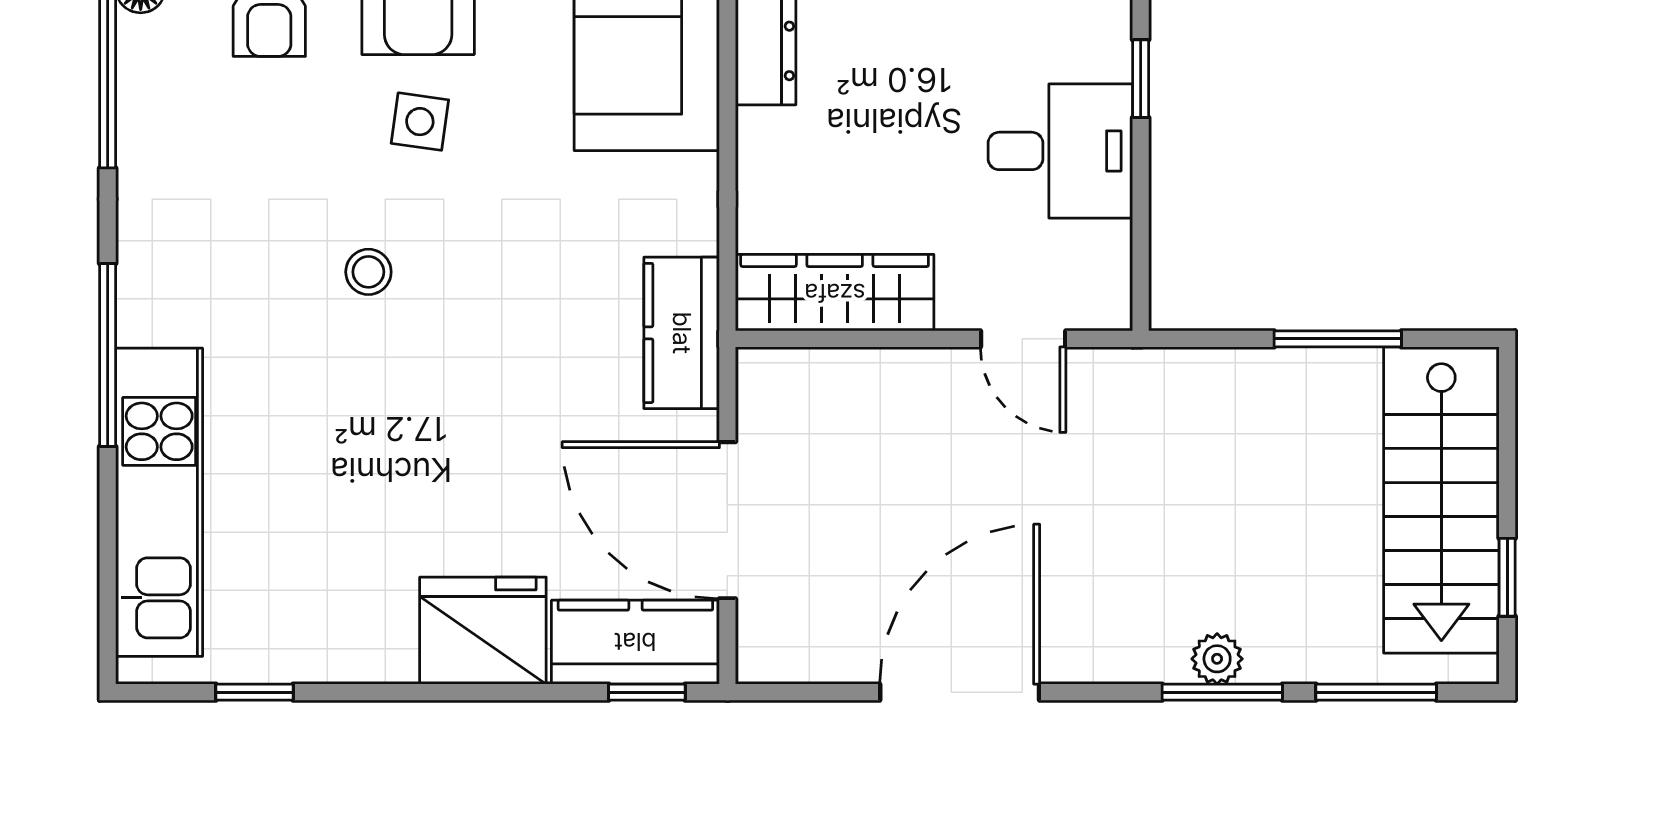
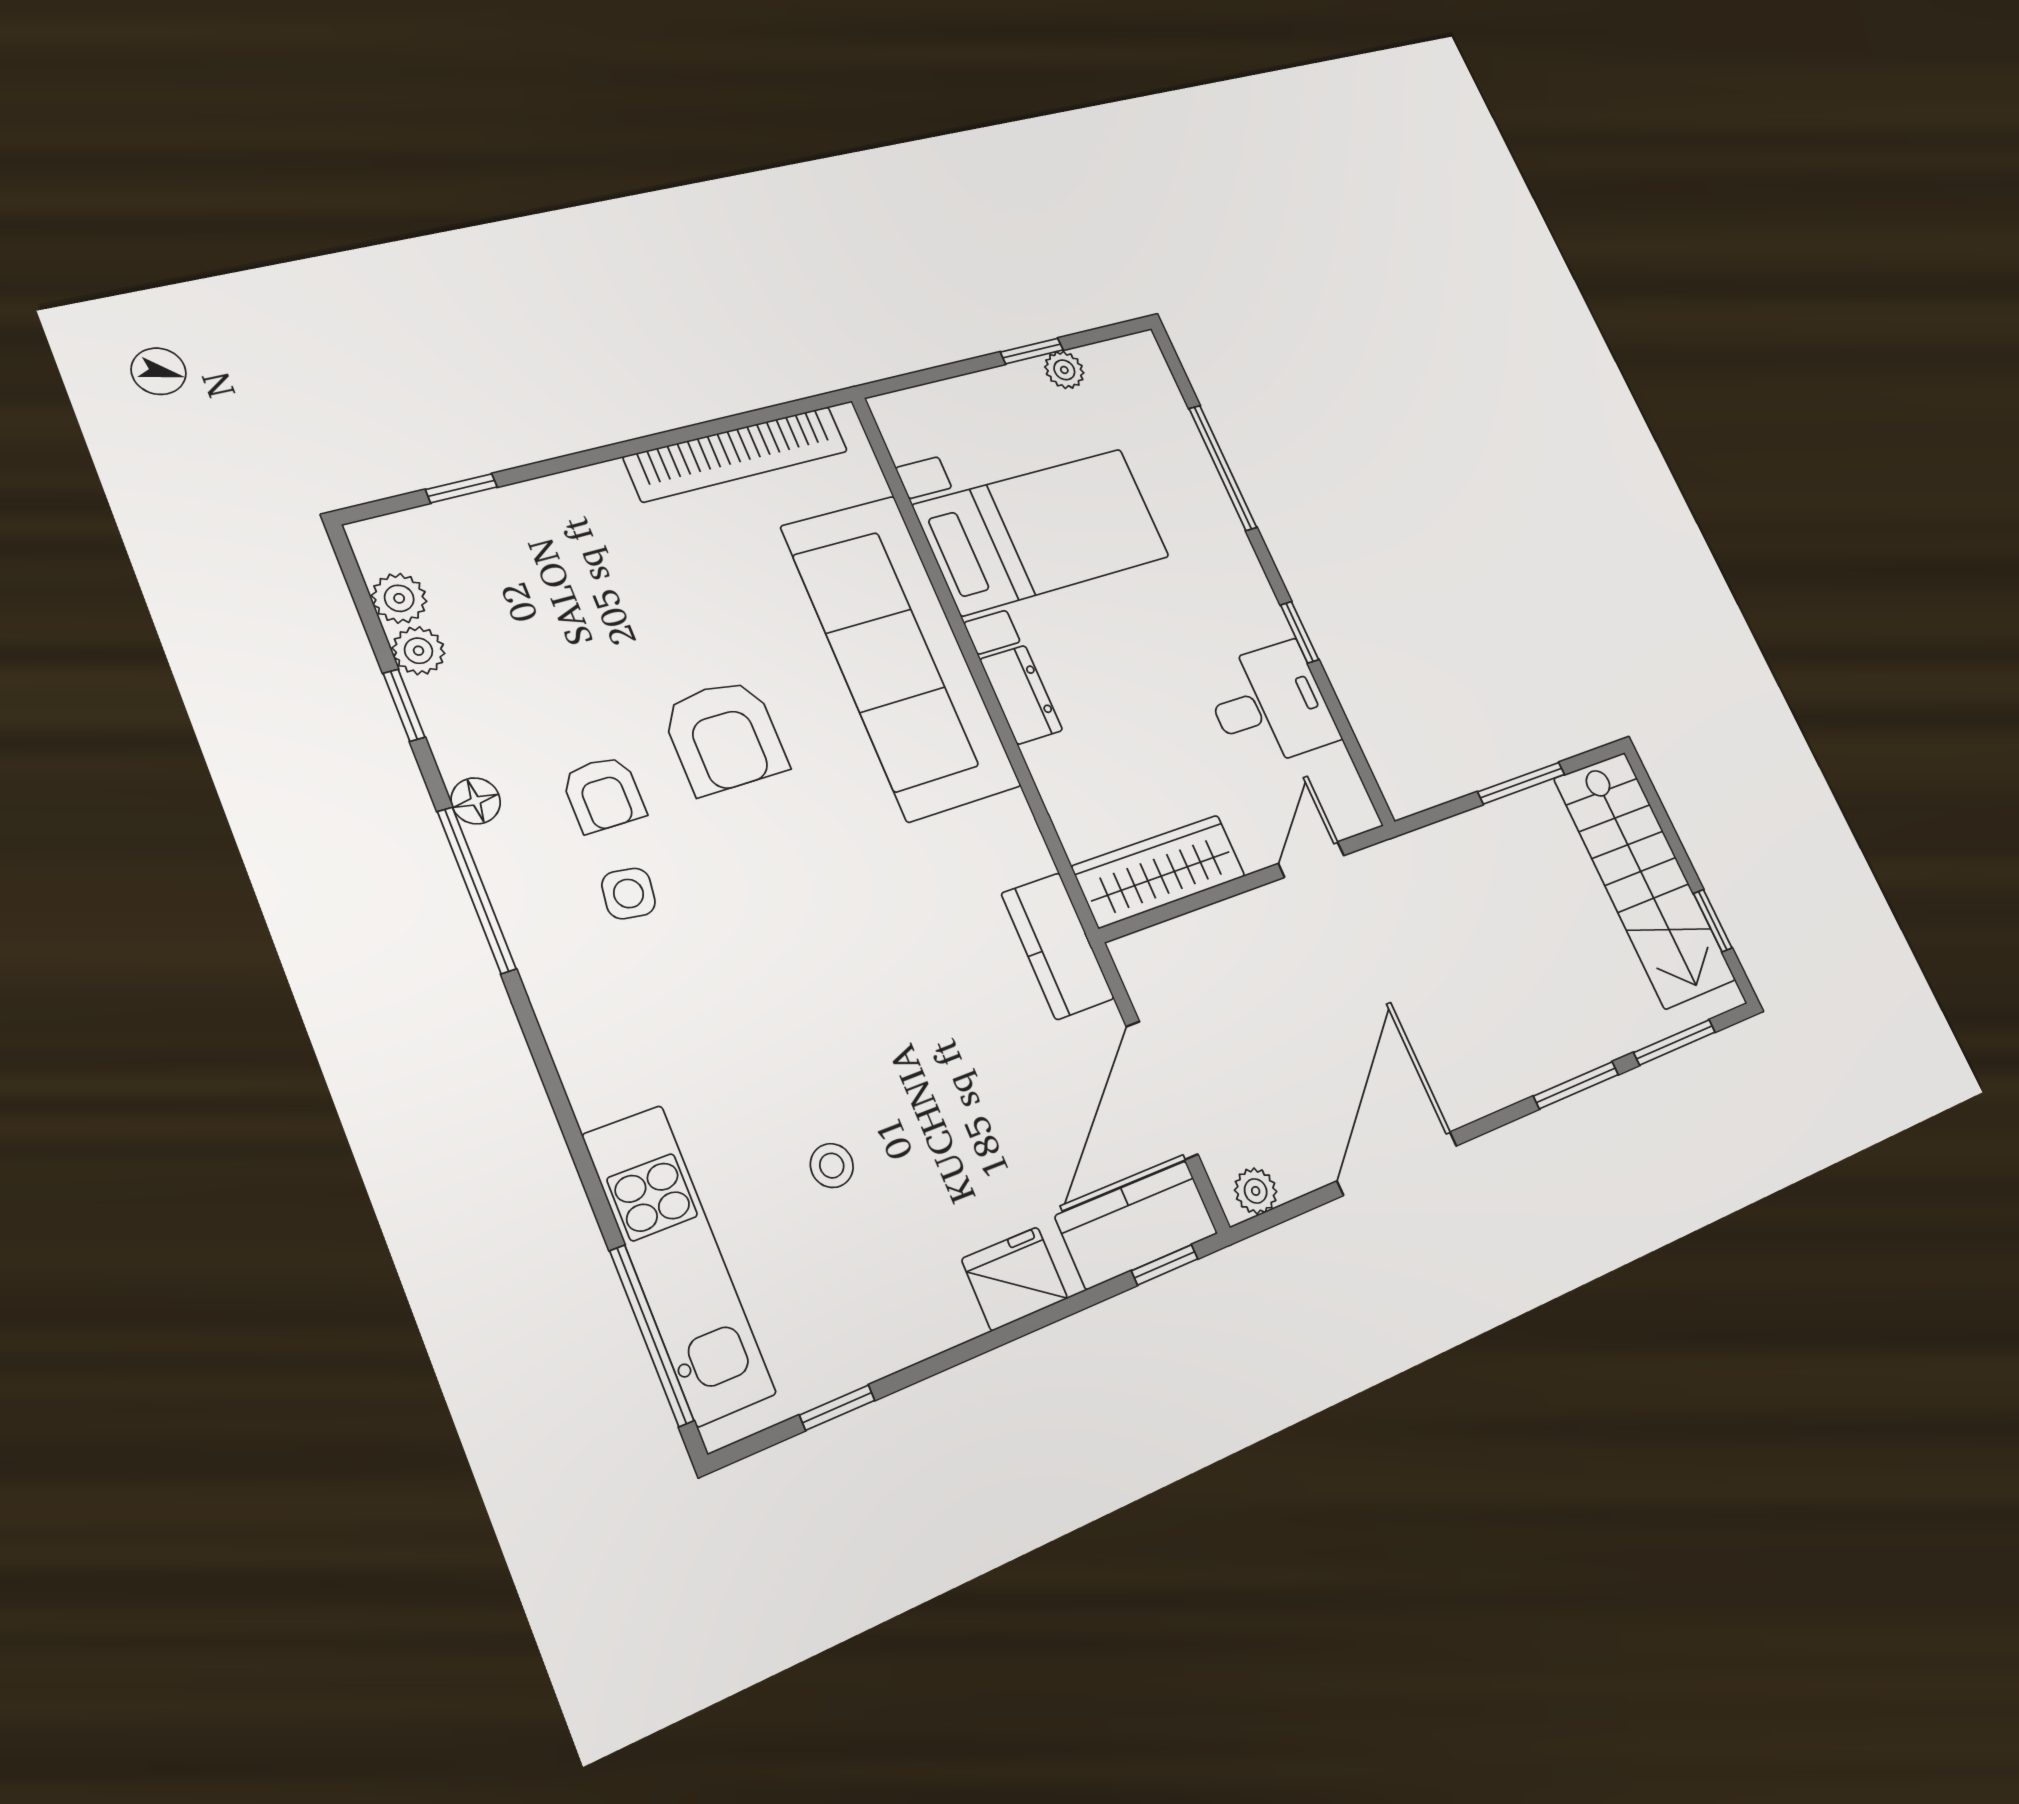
side table: (420, 122) -> (629, 894), moved
stool: (368, 272) -> (832, 1166), moved
door: (1023, 339) -> (1311, 859), swing flipped
window: (108, 355) -> (652, 1335), moved
door: (727, 520) -> (1162, 1090), hinge flipped
fridge: (483, 631) -> (1015, 1279), width x0.73, depth x0.75
plant: (1217, 659) -> (1256, 1191), moved

